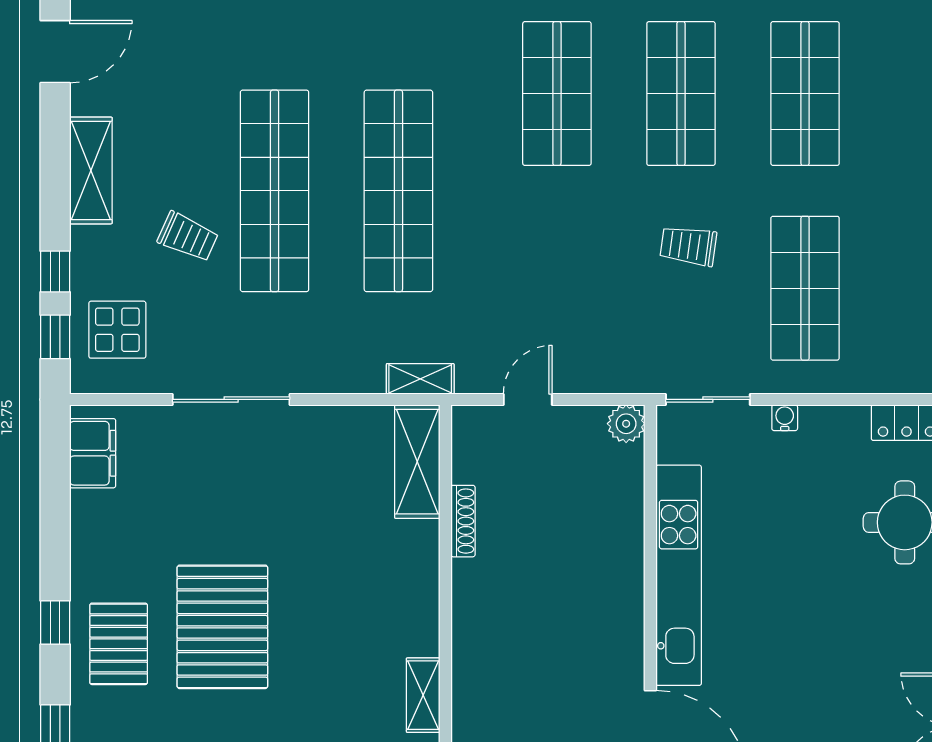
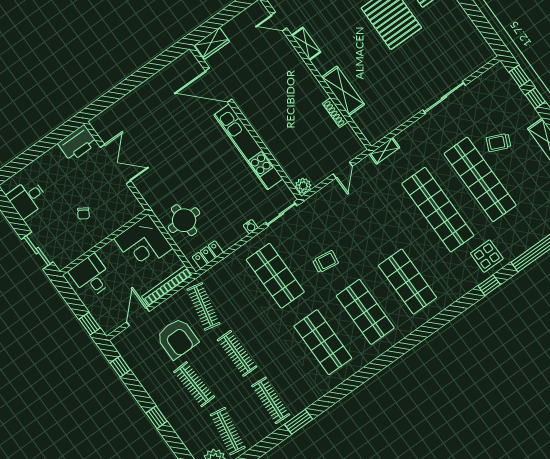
display table: (117, 330) -> (487, 256), moved
filing cabinet: (93, 453) -> (478, 45), removed
shelving: (417, 462) -> (343, 91), moved

